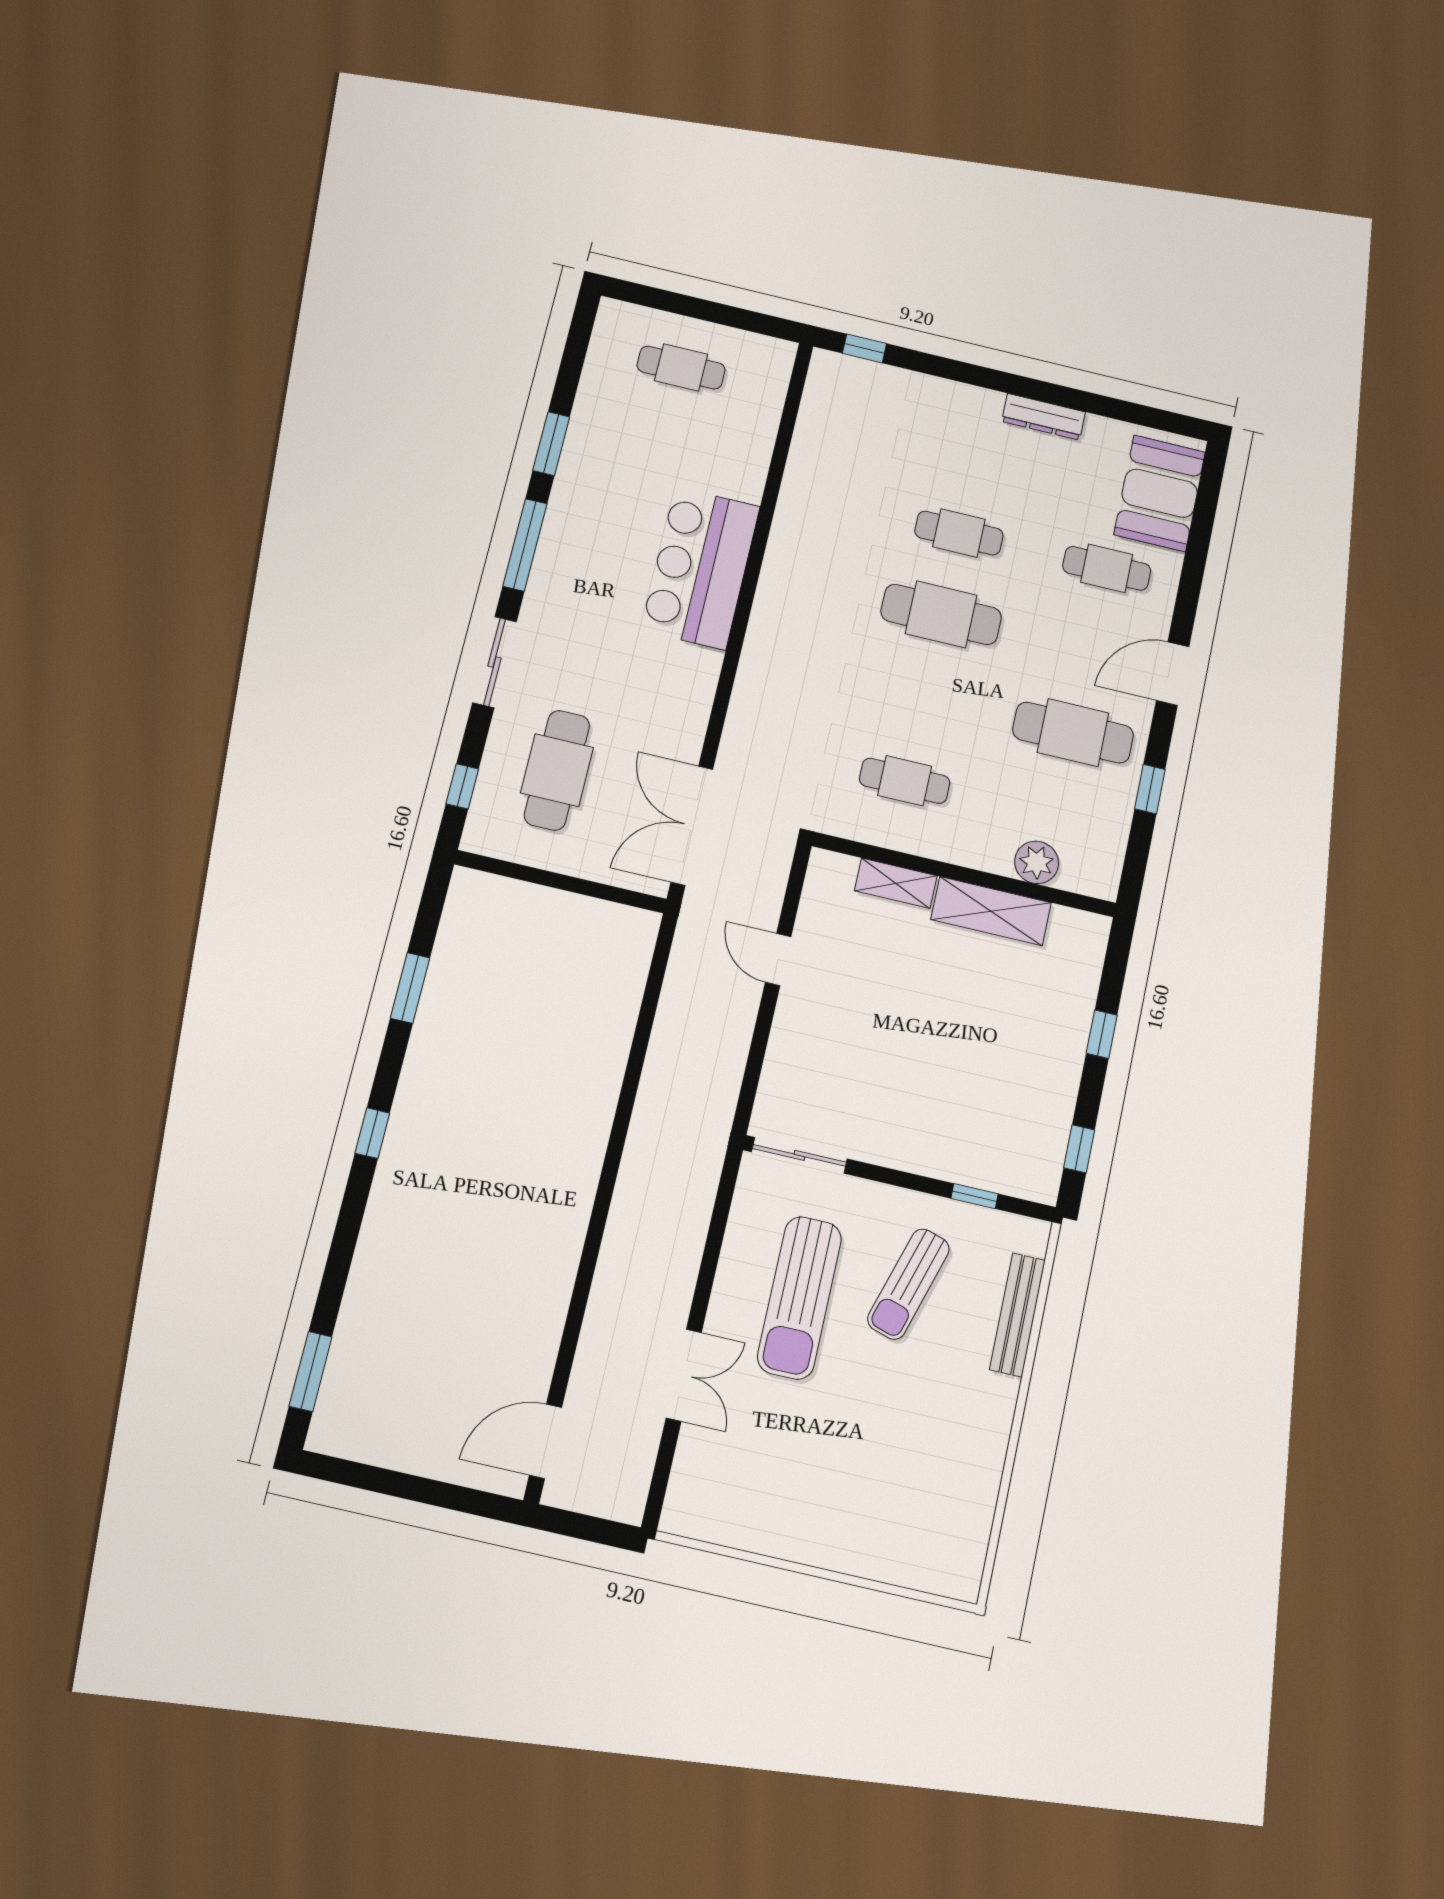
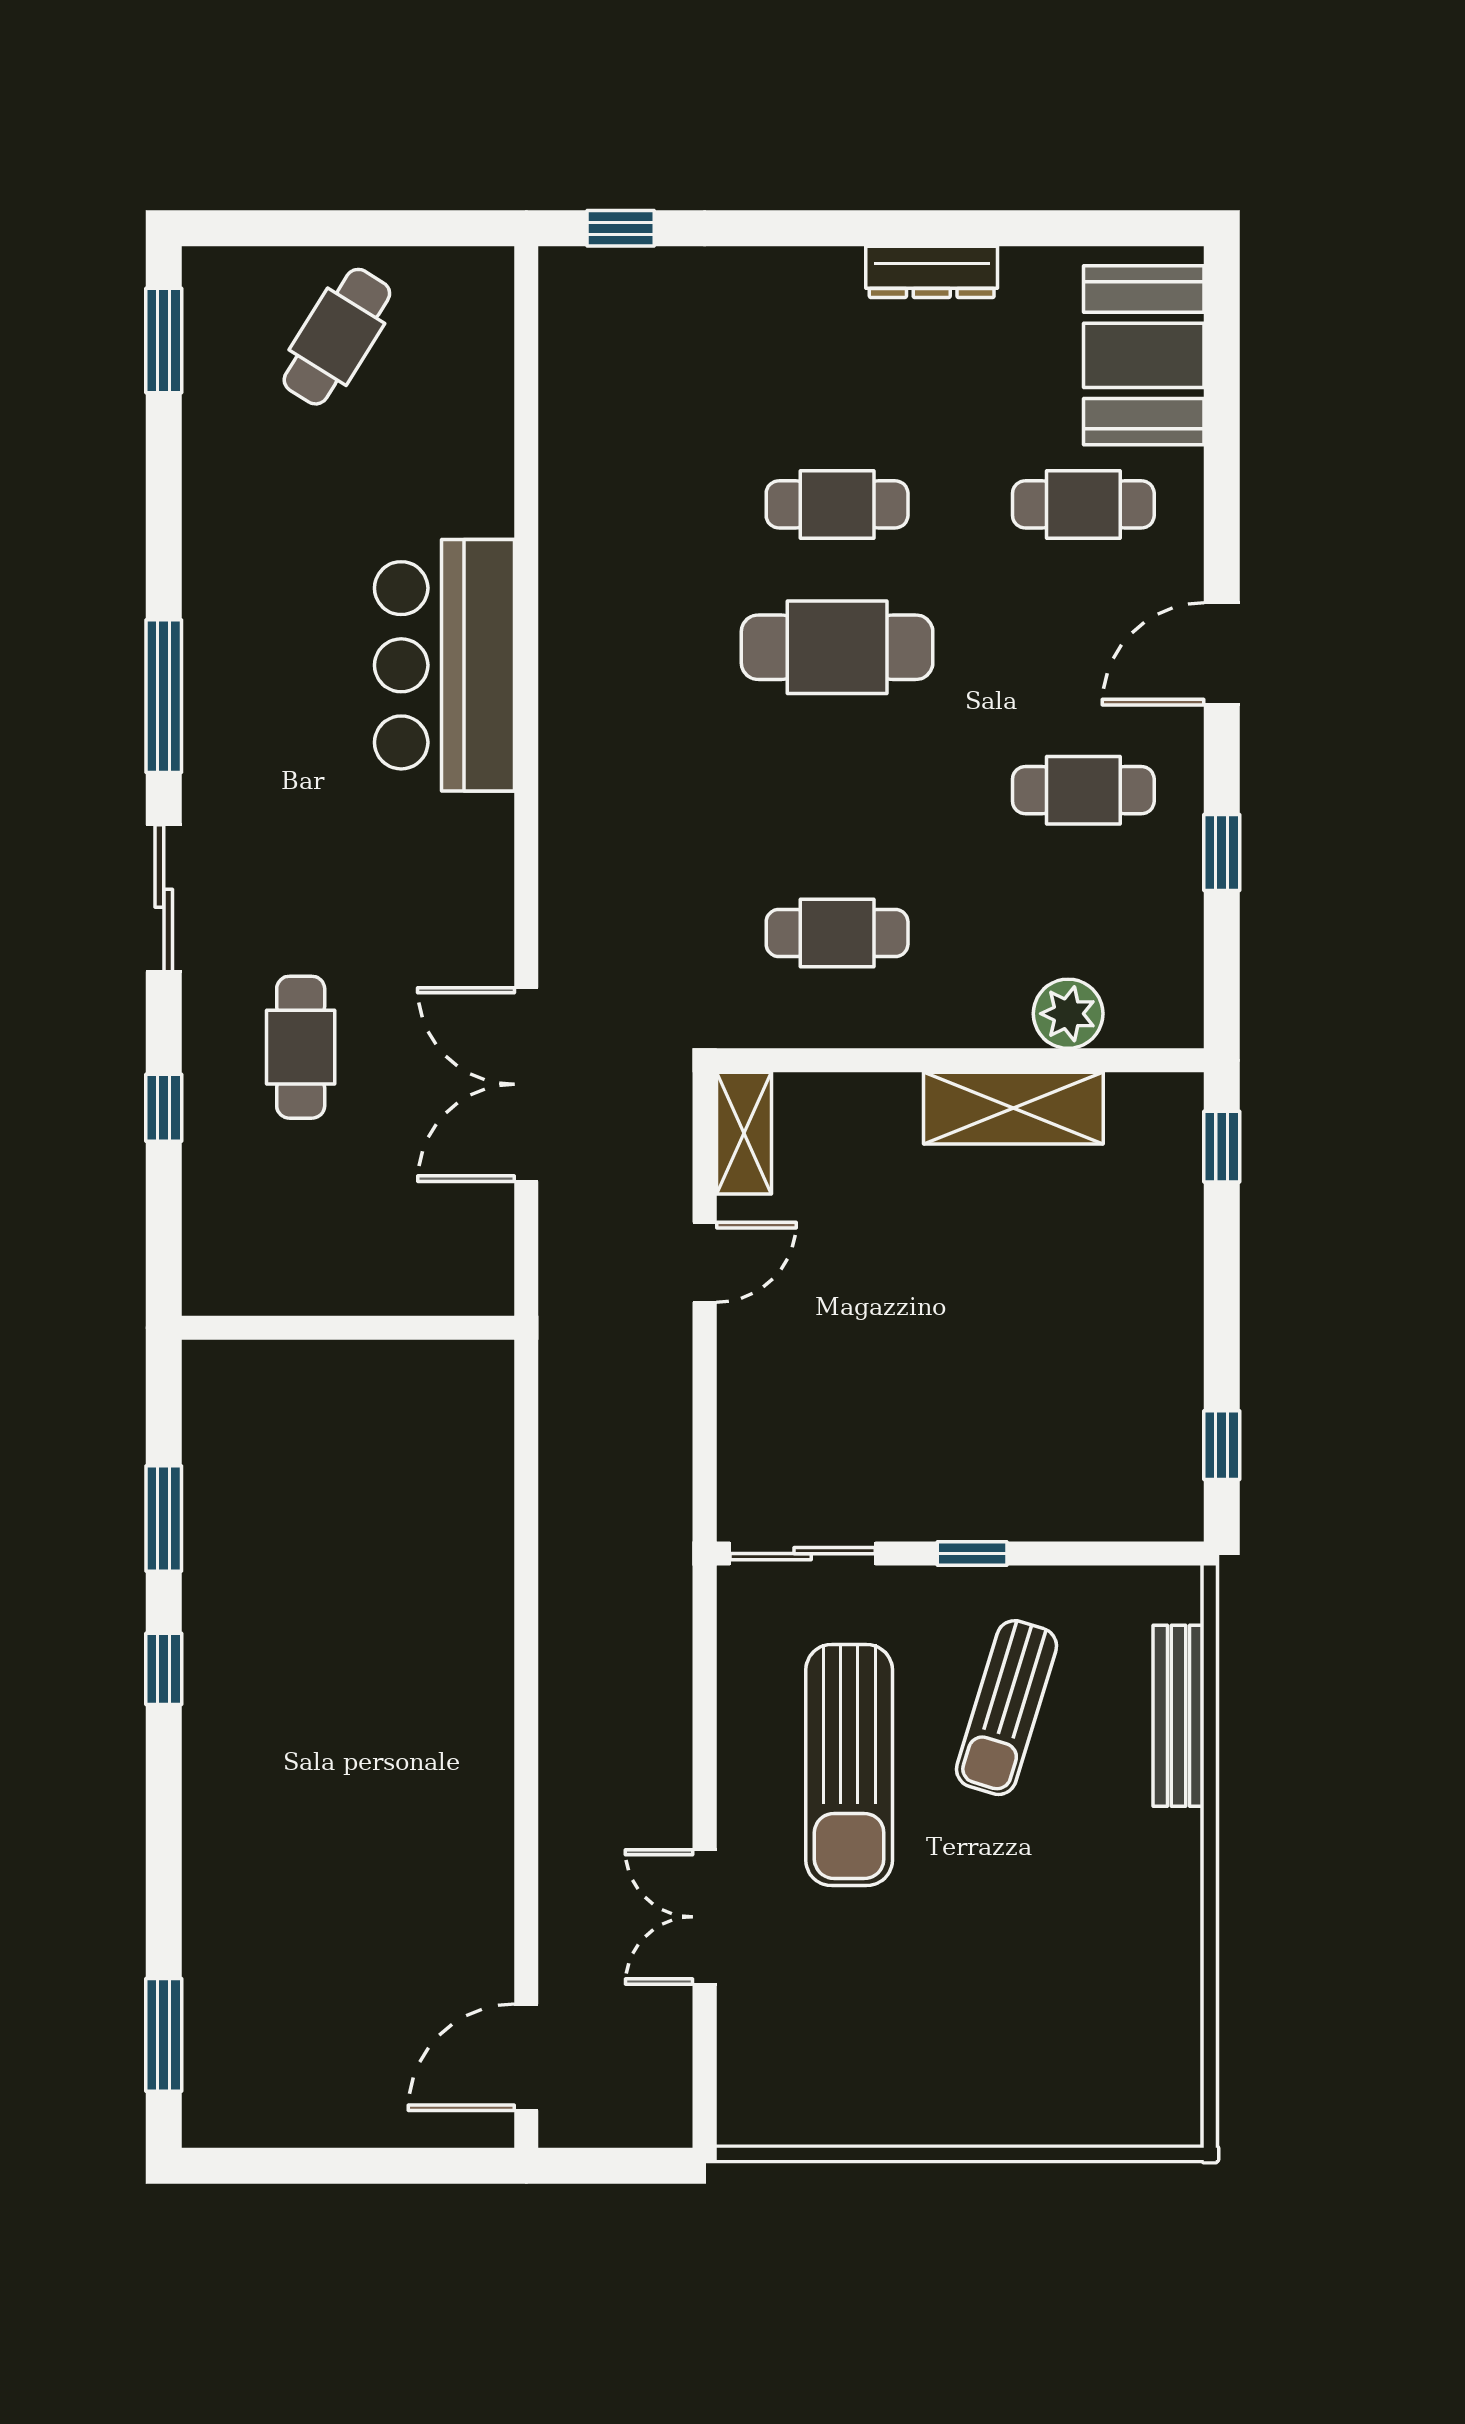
cafe table: (681, 368) -> (337, 337), turned -58
window: (551, 444) -> (164, 341), moved
cafe table: (1073, 733) -> (1083, 790), width x0.73, depth x0.74
cafe table: (557, 770) -> (301, 1047), width x0.73, depth x0.74
wall: (560, 882) -> (348, 1328), moved
shelving: (896, 883) -> (744, 1133), moved, turned 90
door: (778, 960) -> (705, 1262), swing flipped
window: (410, 988) -> (164, 1518), moved
window: (1102, 1034) -> (1222, 1147), moved
window: (974, 1196) -> (972, 1554), moved
double door: (684, 1375) -> (705, 1917), swing flipped

